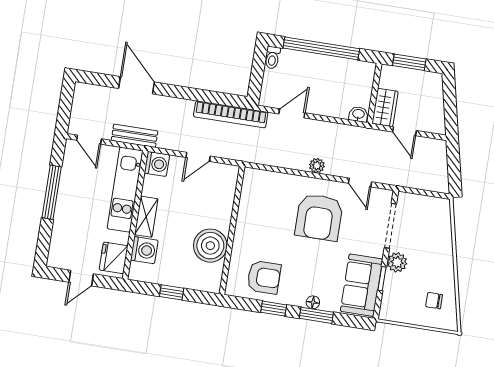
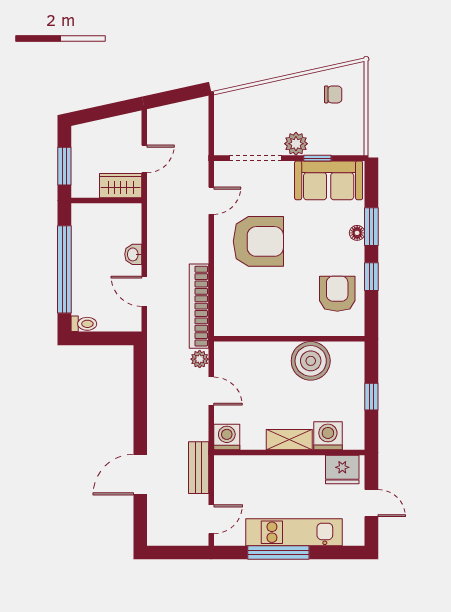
bookcase: (231, 114) -> (199, 306), moved, turned 180
washbasin: (358, 114) -> (133, 254), moved
plant: (317, 166) -> (200, 359), moved
kitchen unit: (125, 190) -> (294, 532), moved, turned 180
chair: (434, 301) -> (333, 94), turned -90

